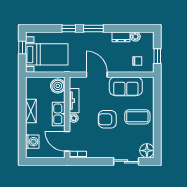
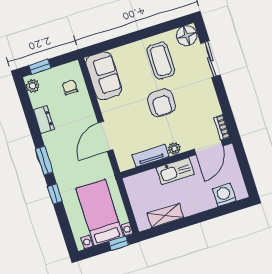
plant: (135, 37) -> (33, 86), moved
window: (22, 48) -> (119, 243), moved
window: (157, 56) -> (40, 67), moved
boiler: (58, 86) -> (138, 184), removed
sofa: (126, 86) -> (104, 76), moved
shelving: (31, 111) -> (165, 215), moved
coffee table: (137, 117) -> (161, 61), moved

